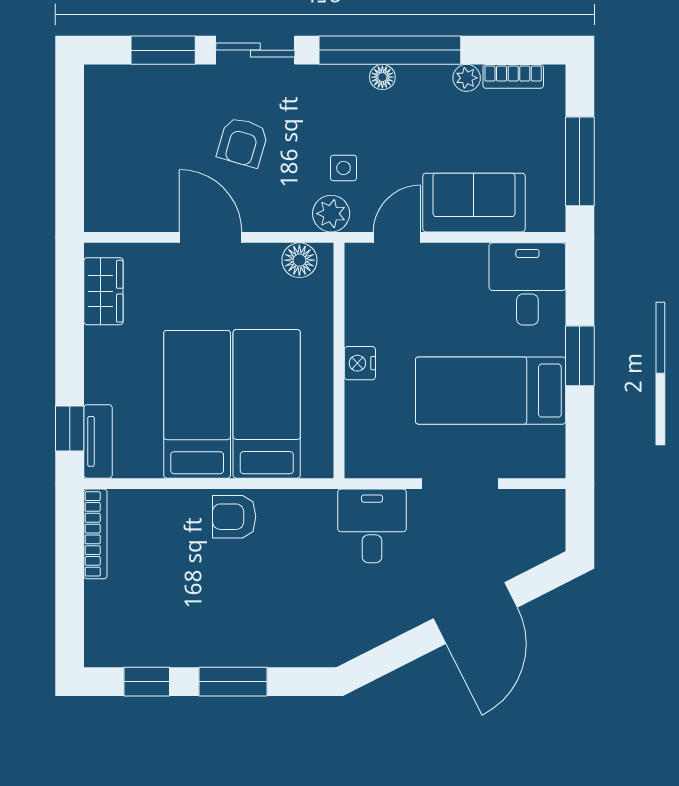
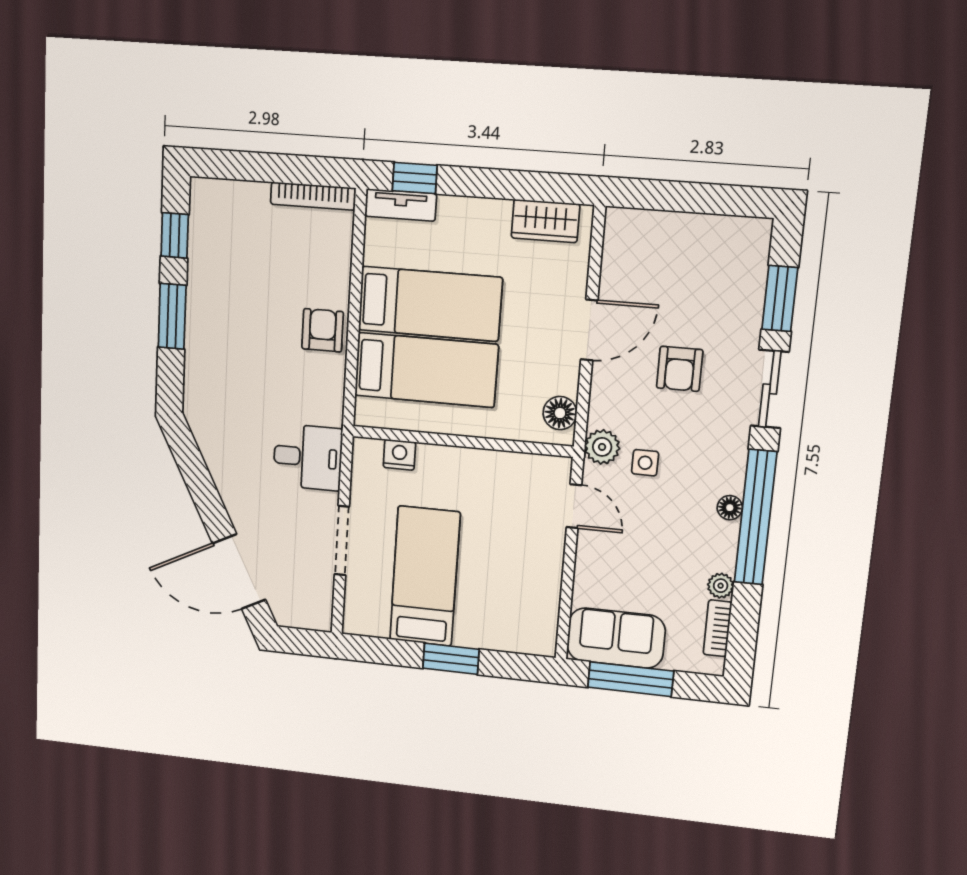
armchair: (243, 142) -> (680, 369), turned -106
sofa: (474, 203) -> (616, 638), moved, turned -90
desk: (527, 284) -> (520, 620), removed
nightstand: (360, 363) -> (399, 455), moved
door: (475, 613) -> (239, 572), moved

